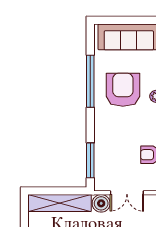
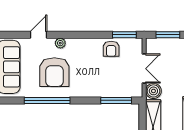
armchair: (123, 90) -> (54, 72), turned -90

